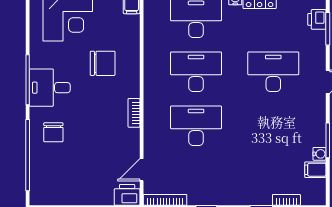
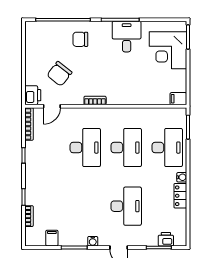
chair: (103, 63) -> (59, 74), moved, turned 38
desk: (50, 88) -> (127, 37), moved
water cooler: (319, 154) -> (93, 241), moved
door: (142, 170) -> (52, 106), swing flipped

